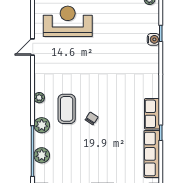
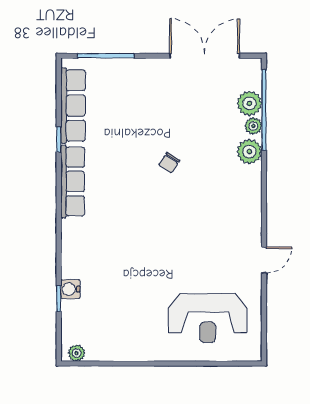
door: (33, 47) -> (264, 260), moved
plant: (39, 98) -> (253, 126), moved
coffee table: (67, 109) -> (209, 178), removed
row of seats: (152, 114) -> (73, 182), width x1.48

